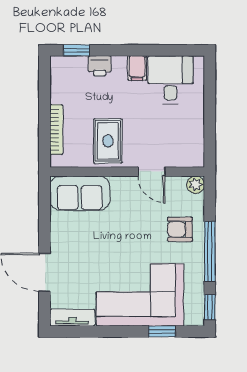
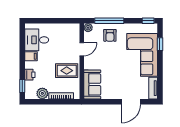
plant: (61, 91) -> (42, 93), added
window: (210, 252) -> (109, 21), moved

